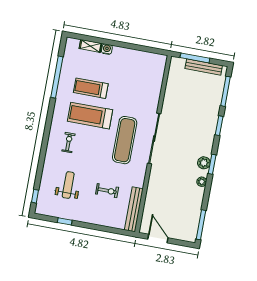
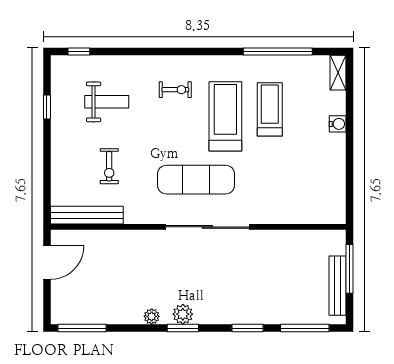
shelving: (91, 46) -> (338, 73), moved

